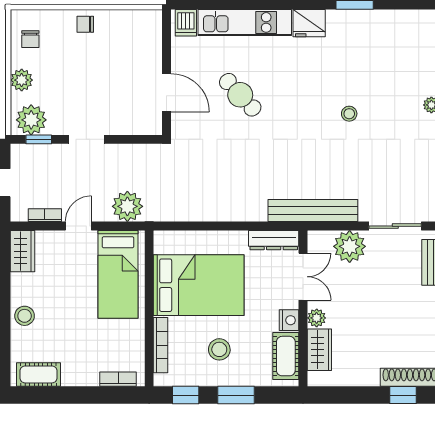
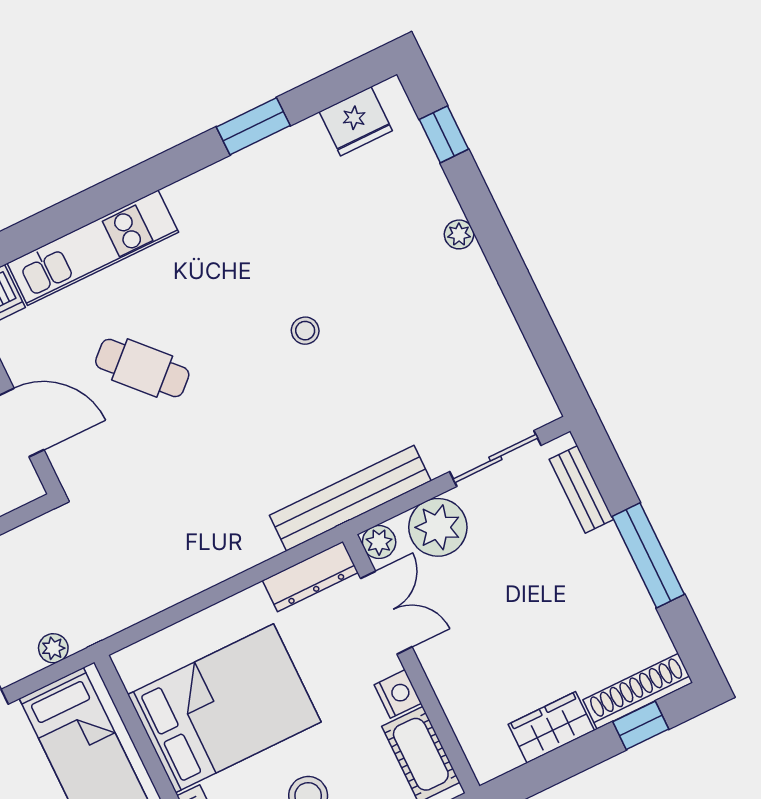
fridge: (309, 23) -> (356, 121), moved
stool: (349, 114) -> (305, 331), moved
plant: (127, 206) -> (53, 648), width x0.53, depth x0.53
plant: (317, 318) -> (379, 542), moved
wardrobe: (319, 350) -> (551, 727), moved, turned -90

